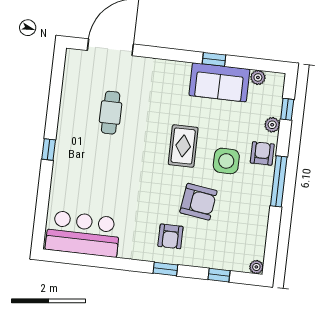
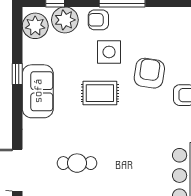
plant: (258, 77) -> (35, 26), width x1.87, depth x1.87
sofa: (219, 82) -> (38, 91), moved
plant: (272, 125) -> (65, 20), width x1.88, depth x1.88

